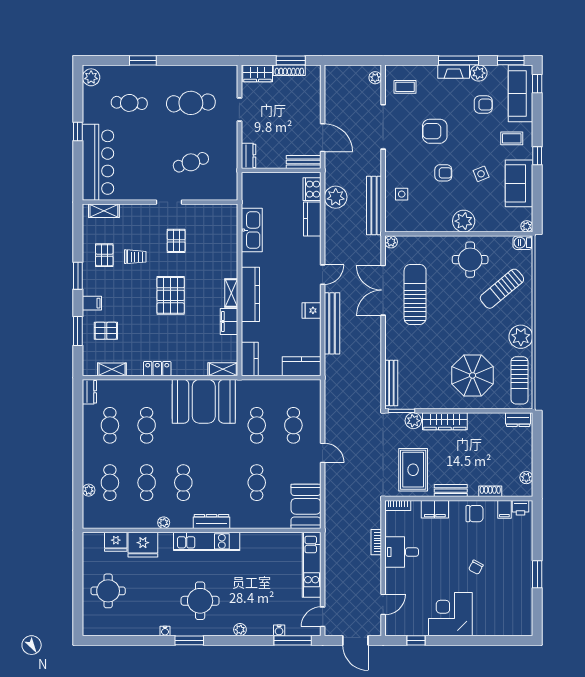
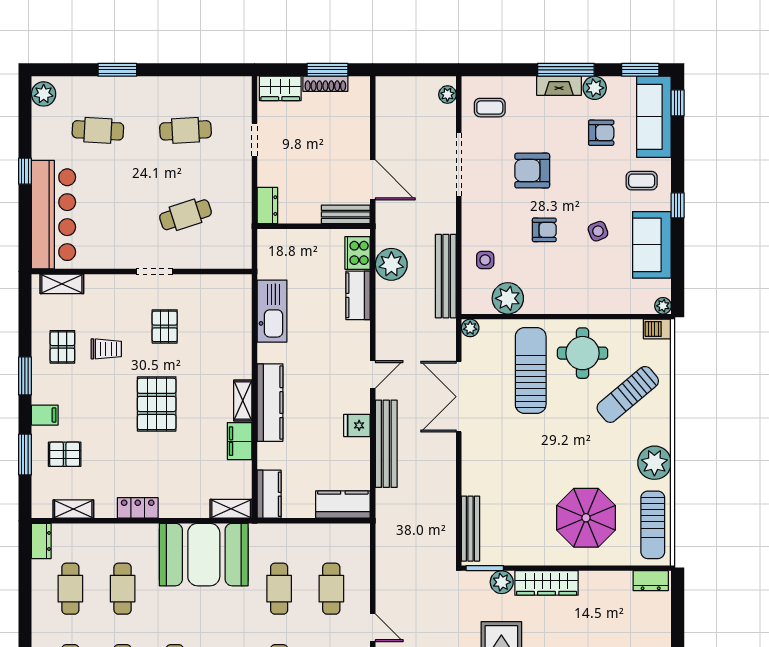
cafe table: (191, 103) -> (186, 130), width x0.73, depth x0.74
plant: (464, 221) -> (508, 298), moved
sun lounger: (415, 294) -> (531, 371), moved

